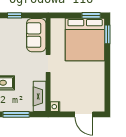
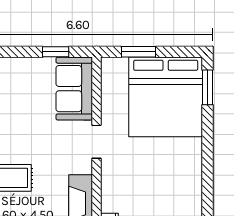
window: (14, 15) -> (56, 52), moved
window: (91, 15) -> (139, 52), moved

